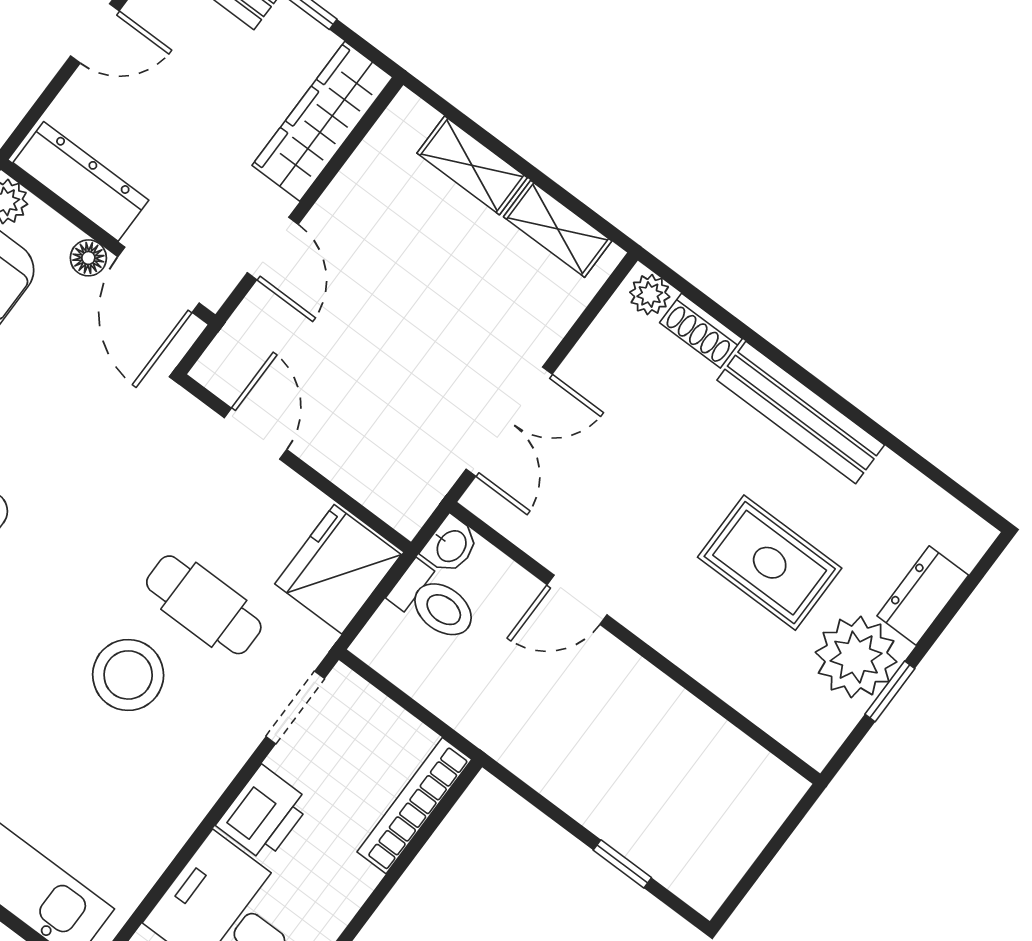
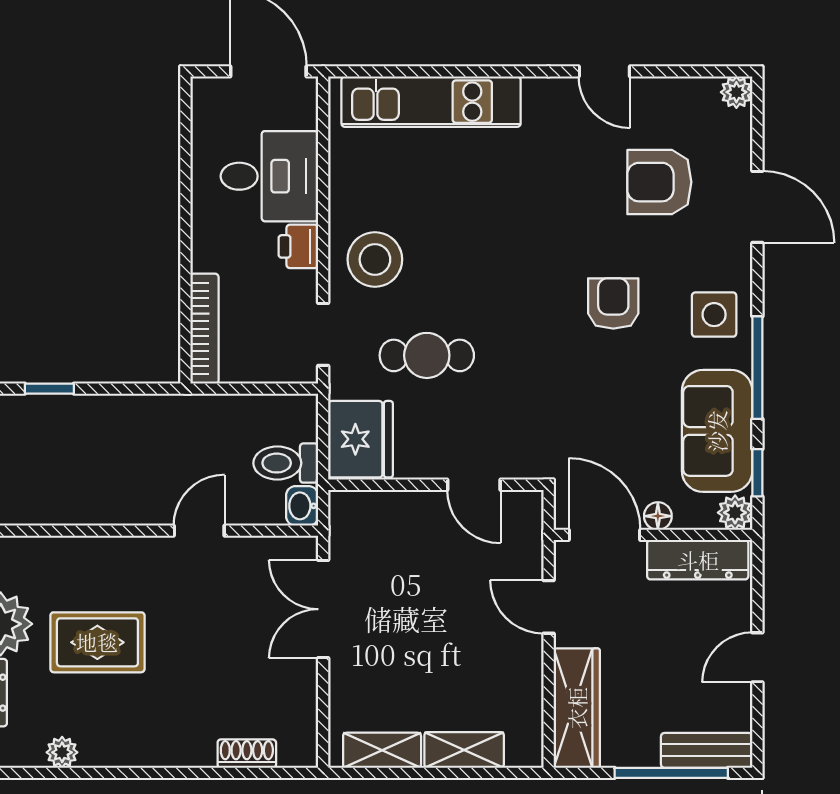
plant: (650, 295) -> (62, 752), moved
bench: (801, 412) -> (148, 749), removed
stool: (128, 675) -> (375, 259), moved
printer: (264, 814) -> (298, 246), width x0.73, depth x0.81

